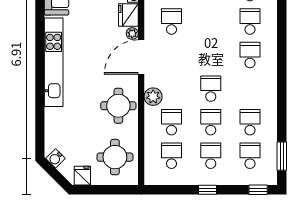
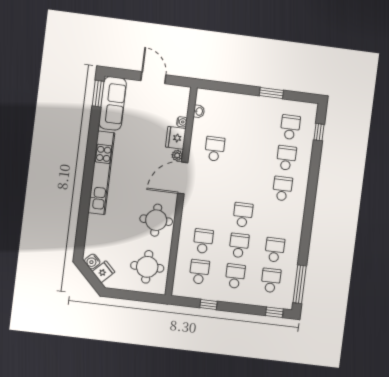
plant: (153, 97) -> (189, 216), removed
window: (282, 156) -> (300, 284), width x1.44
fridge: (82, 176) -> (103, 272), moved, turned 45
window: (207, 190) -> (208, 304), moved

